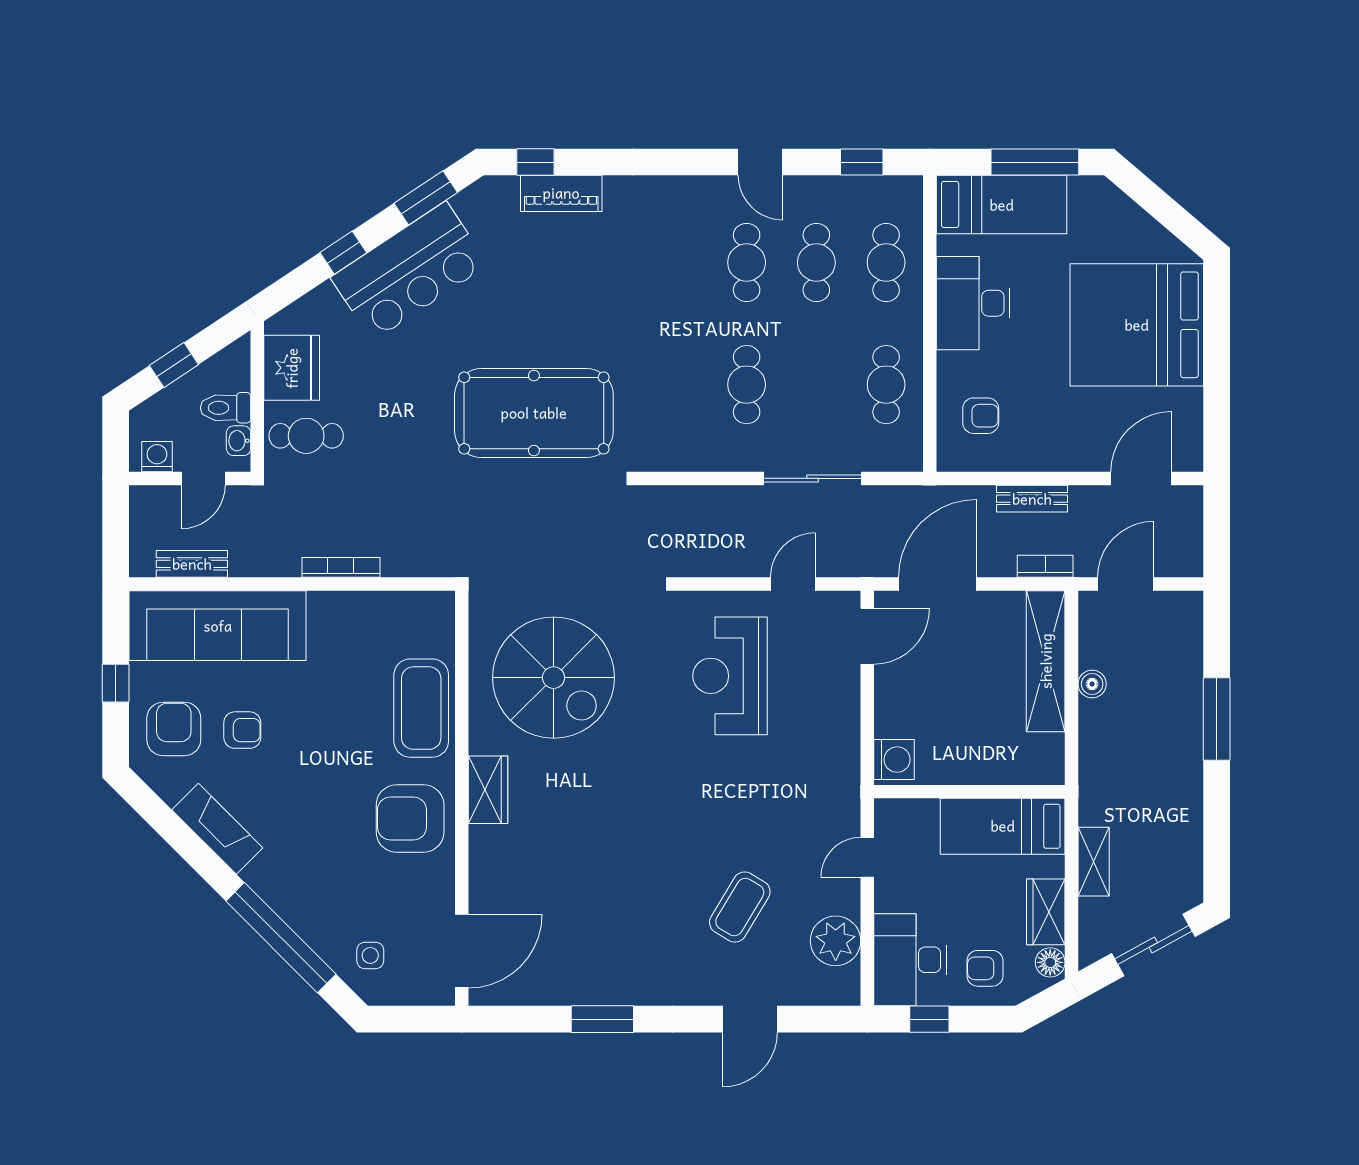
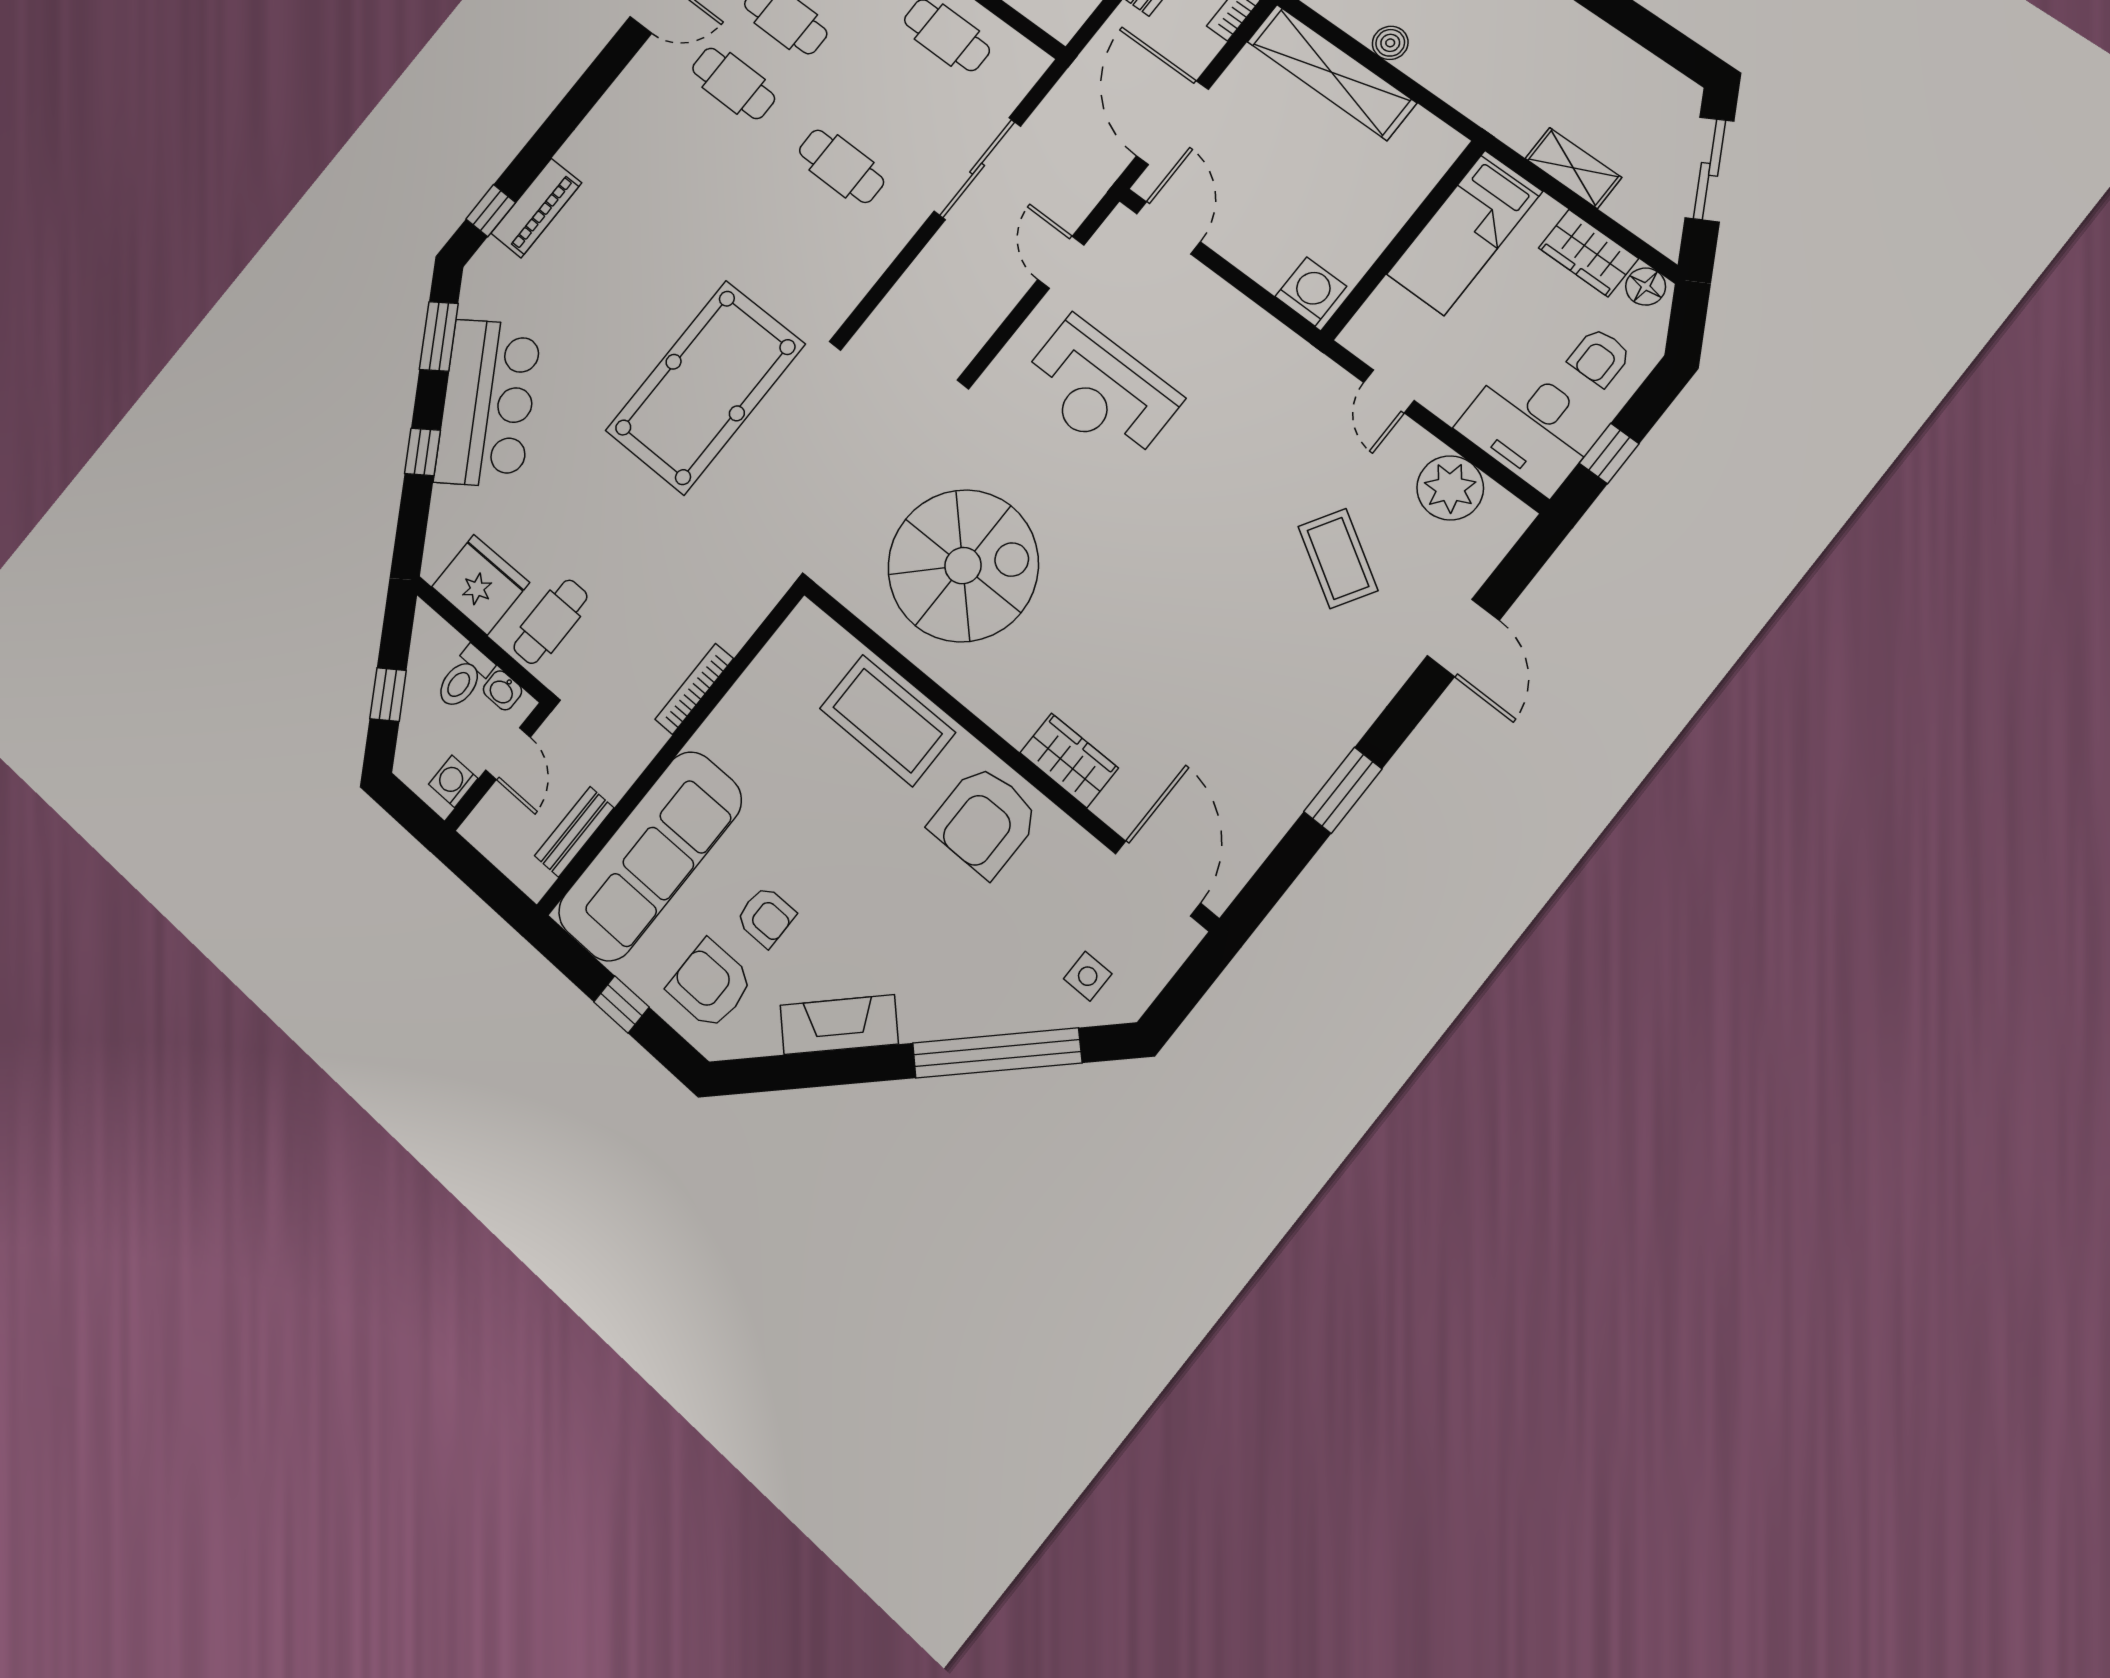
armchair: (242, 730) -> (766, 917), turned 90
wardrobe: (488, 790) -> (1069, 760), moved

